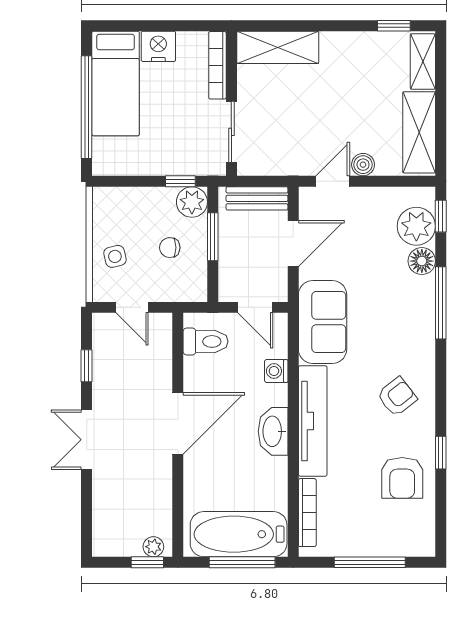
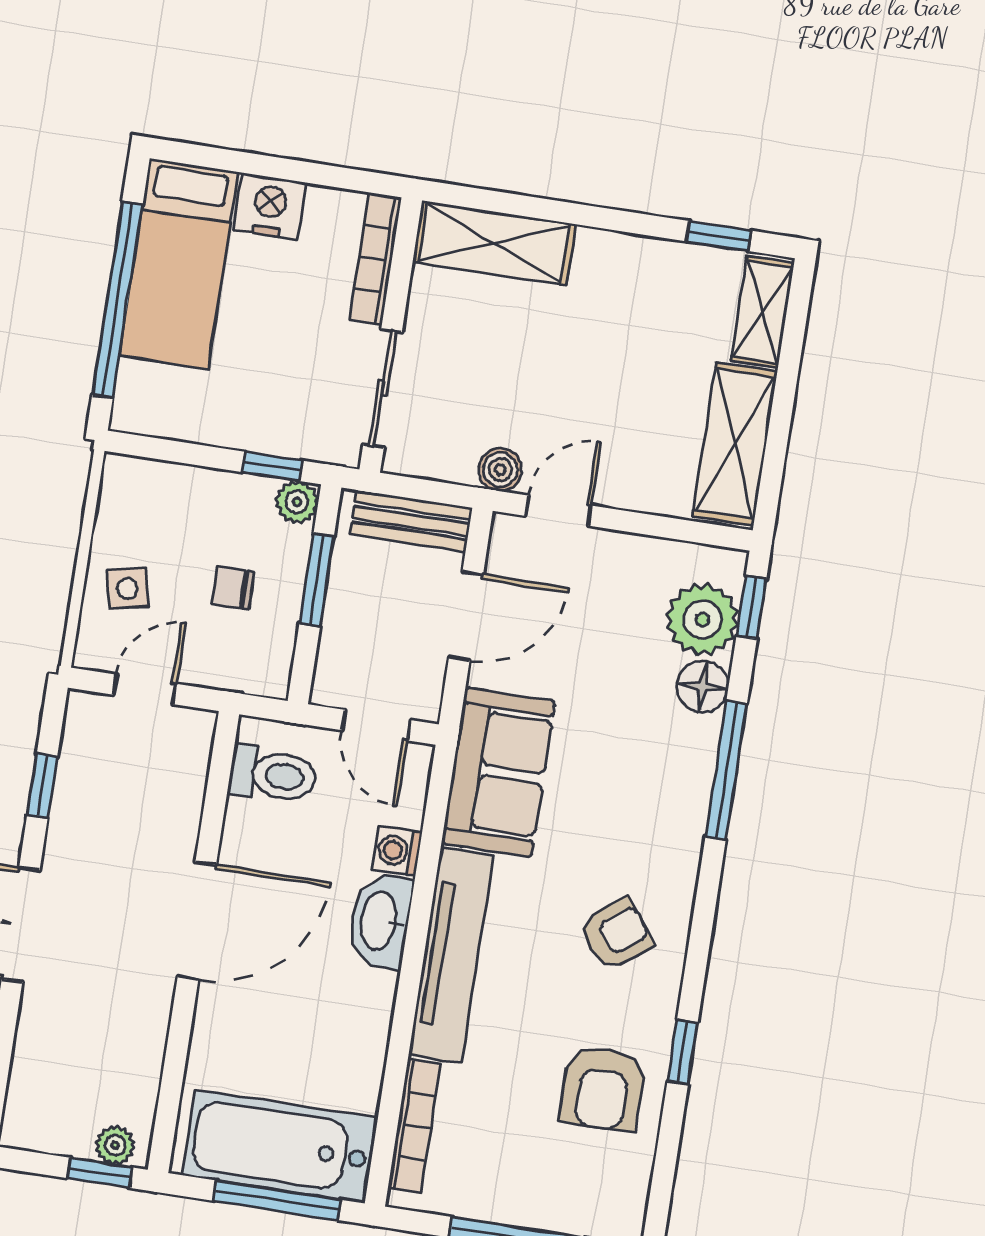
boiler: (363, 165) -> (500, 470), moved
plant: (192, 202) -> (297, 502), width x0.73, depth x0.73
door: (132, 307) -> (145, 689), swing flipped
washbasin: (273, 431) -> (380, 921), moved

